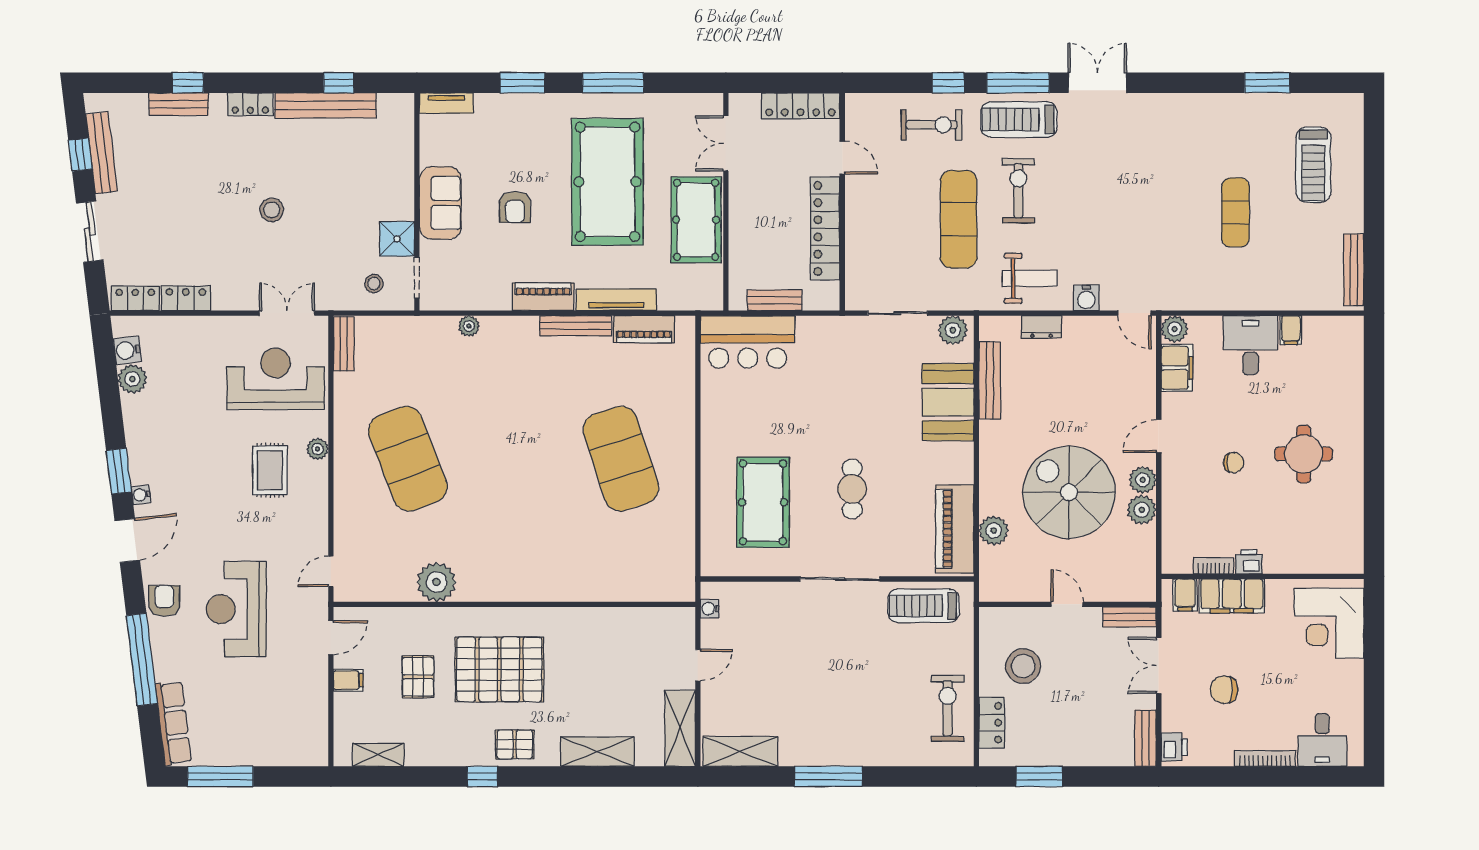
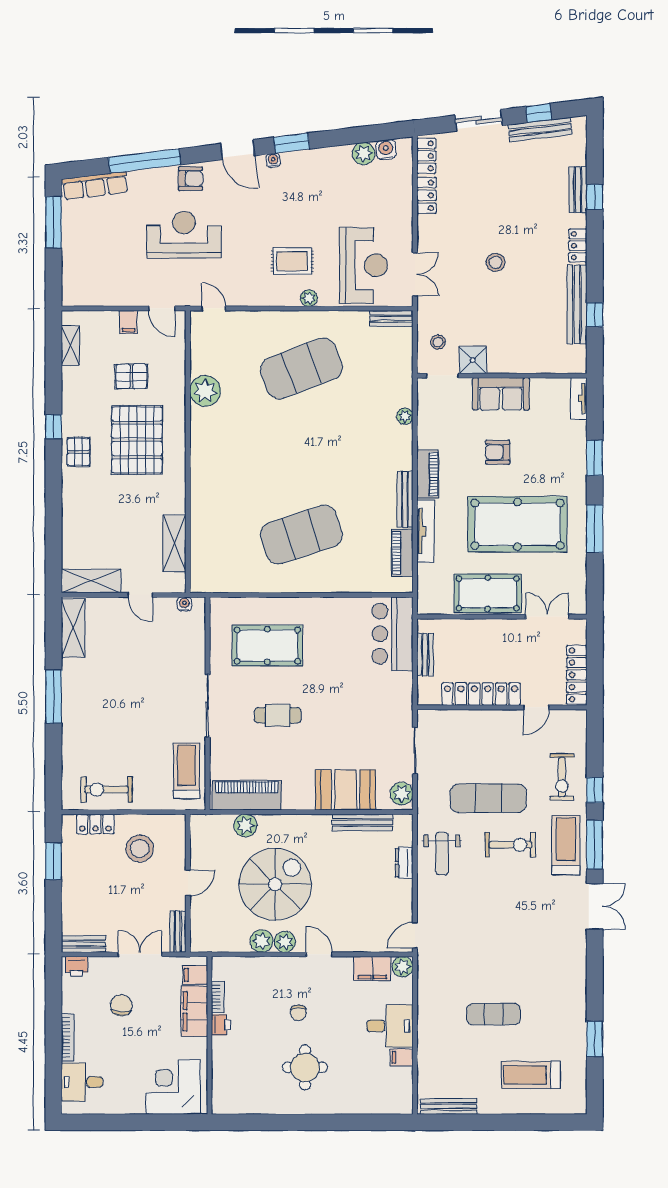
water cooler: (1086, 298) -> (427, 898), removed
exercise bike: (948, 708) -> (107, 790), turned 180
shelving: (597, 752) -> (174, 543), moved

